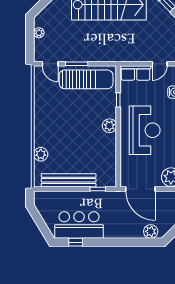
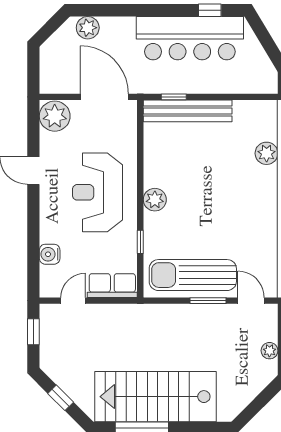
bench: (69, 180) -> (188, 111), moved
bar counter: (79, 225) -> (190, 38), width x1.36

